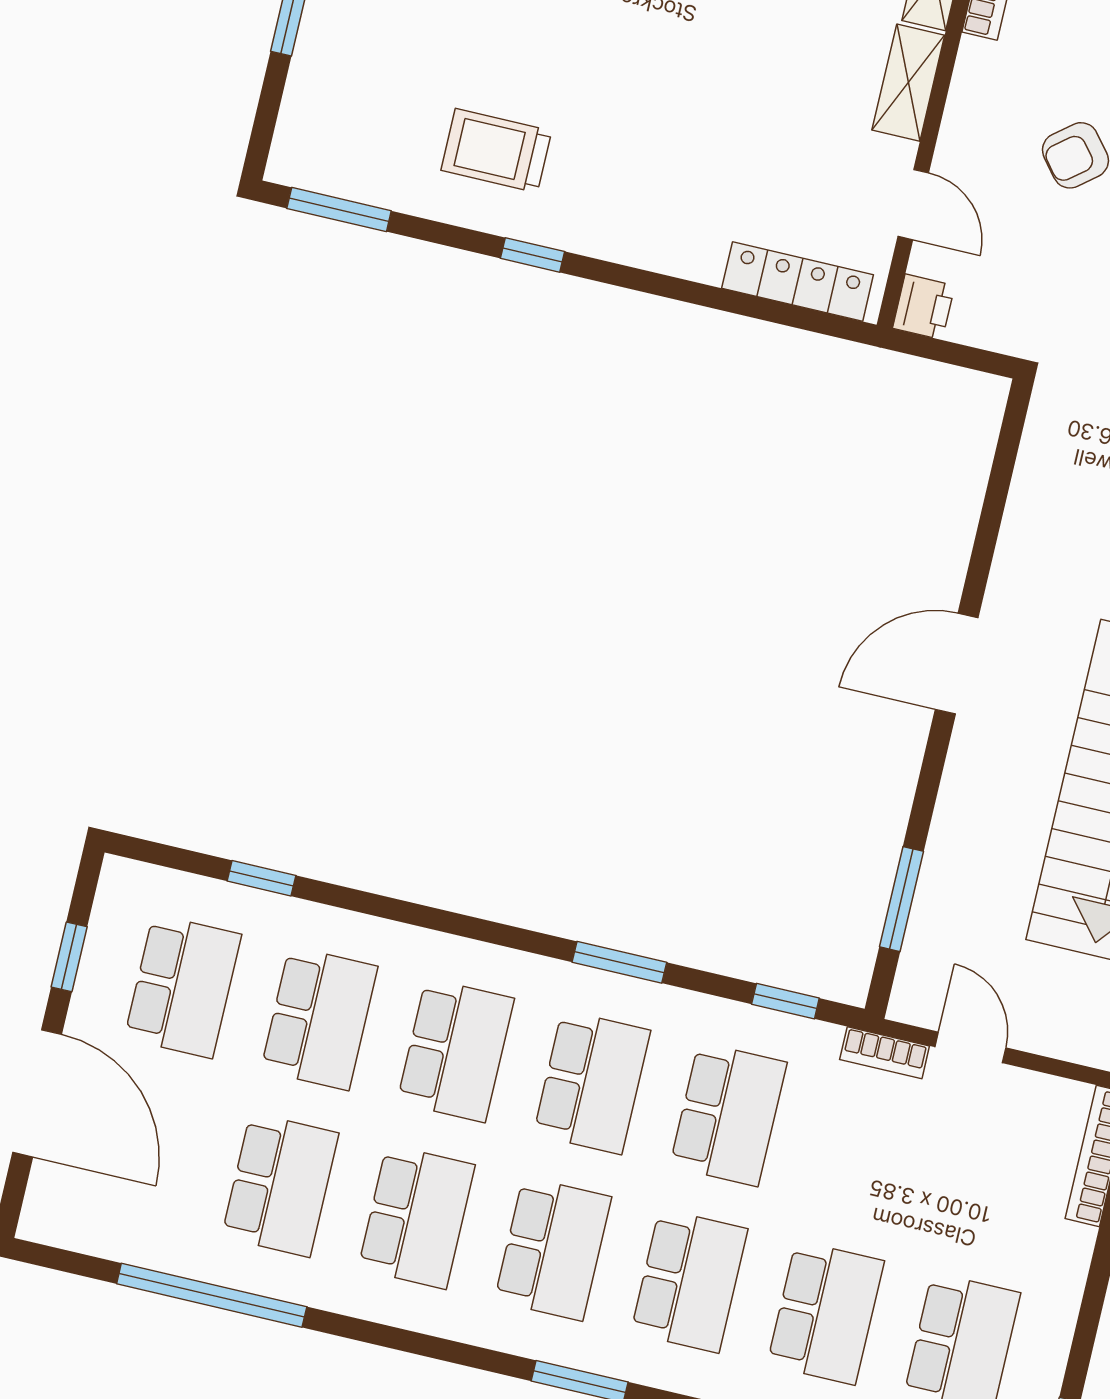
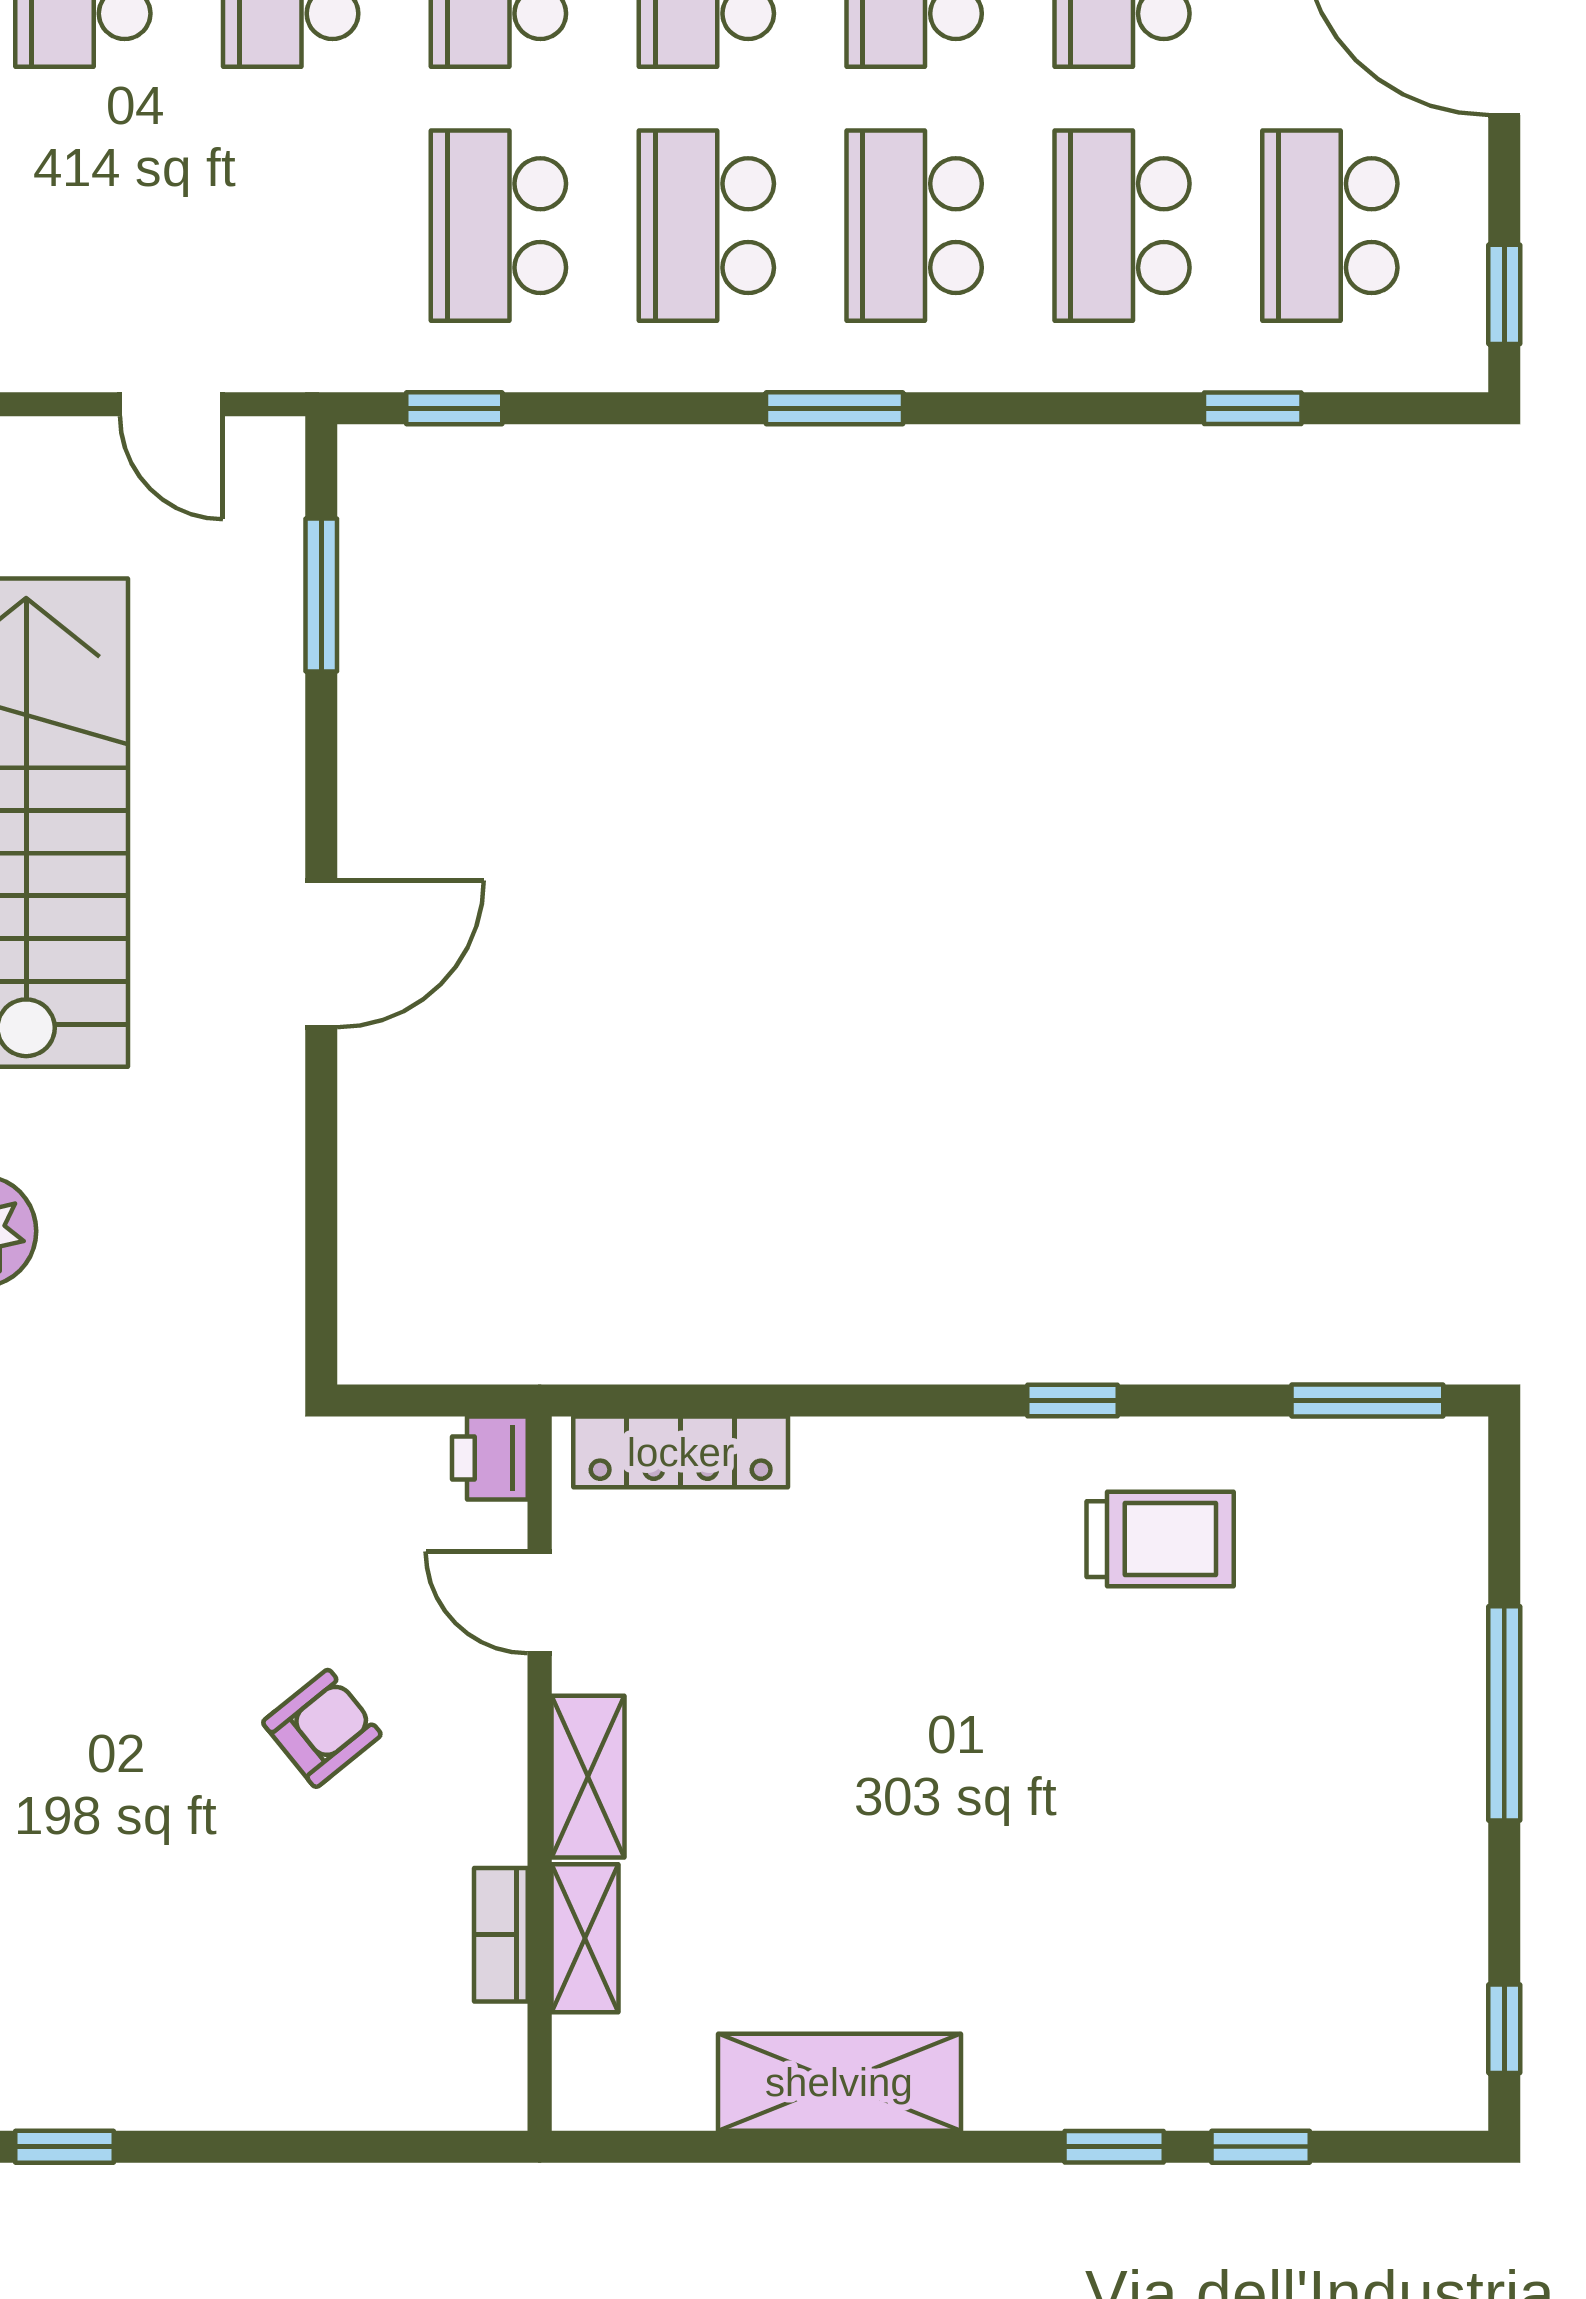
window: (69, 957) -> (1504, 294), moved
window: (619, 962) -> (834, 408), moved
bookcase: (885, 1053) -> (294, 367), removed

